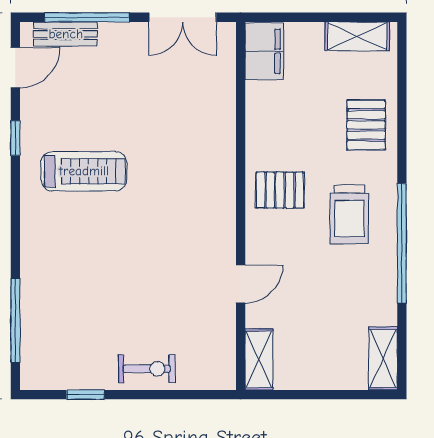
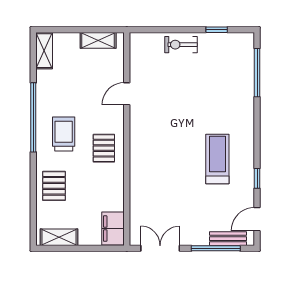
treadmill: (84, 171) -> (217, 159), turned 90
pallet: (280, 190) -> (104, 148), turned 90
shelving: (259, 359) -> (98, 40), moved, turned 90

